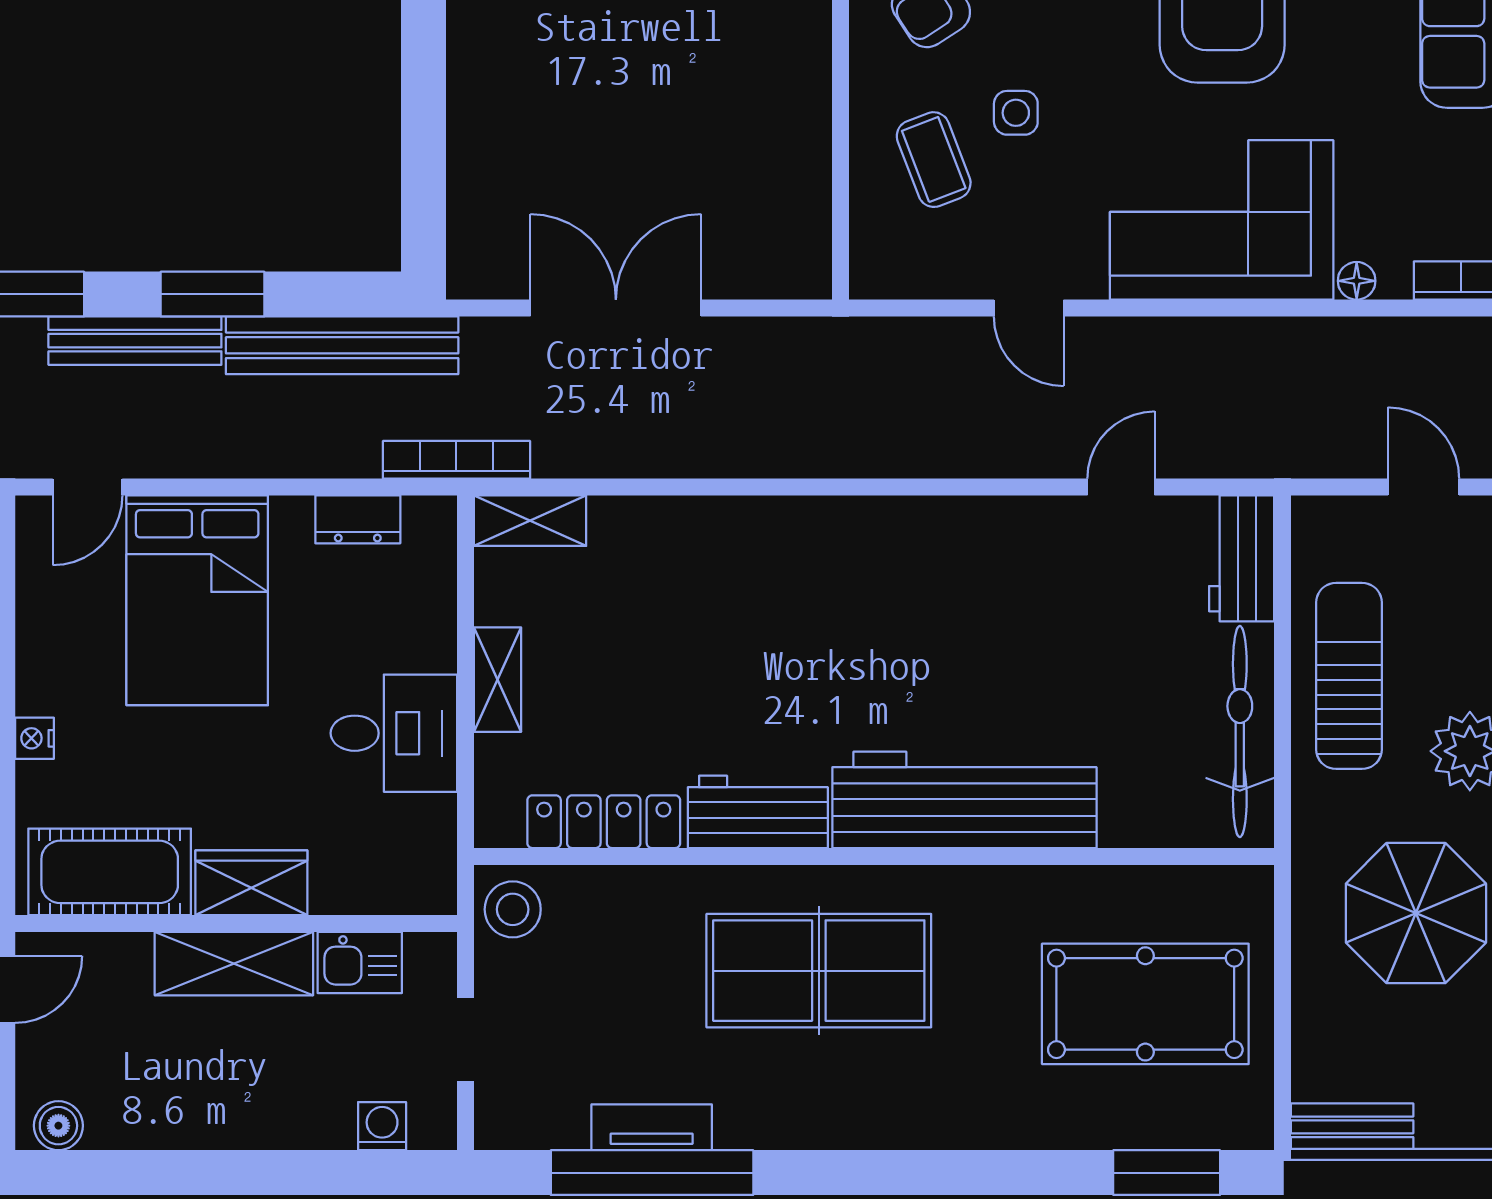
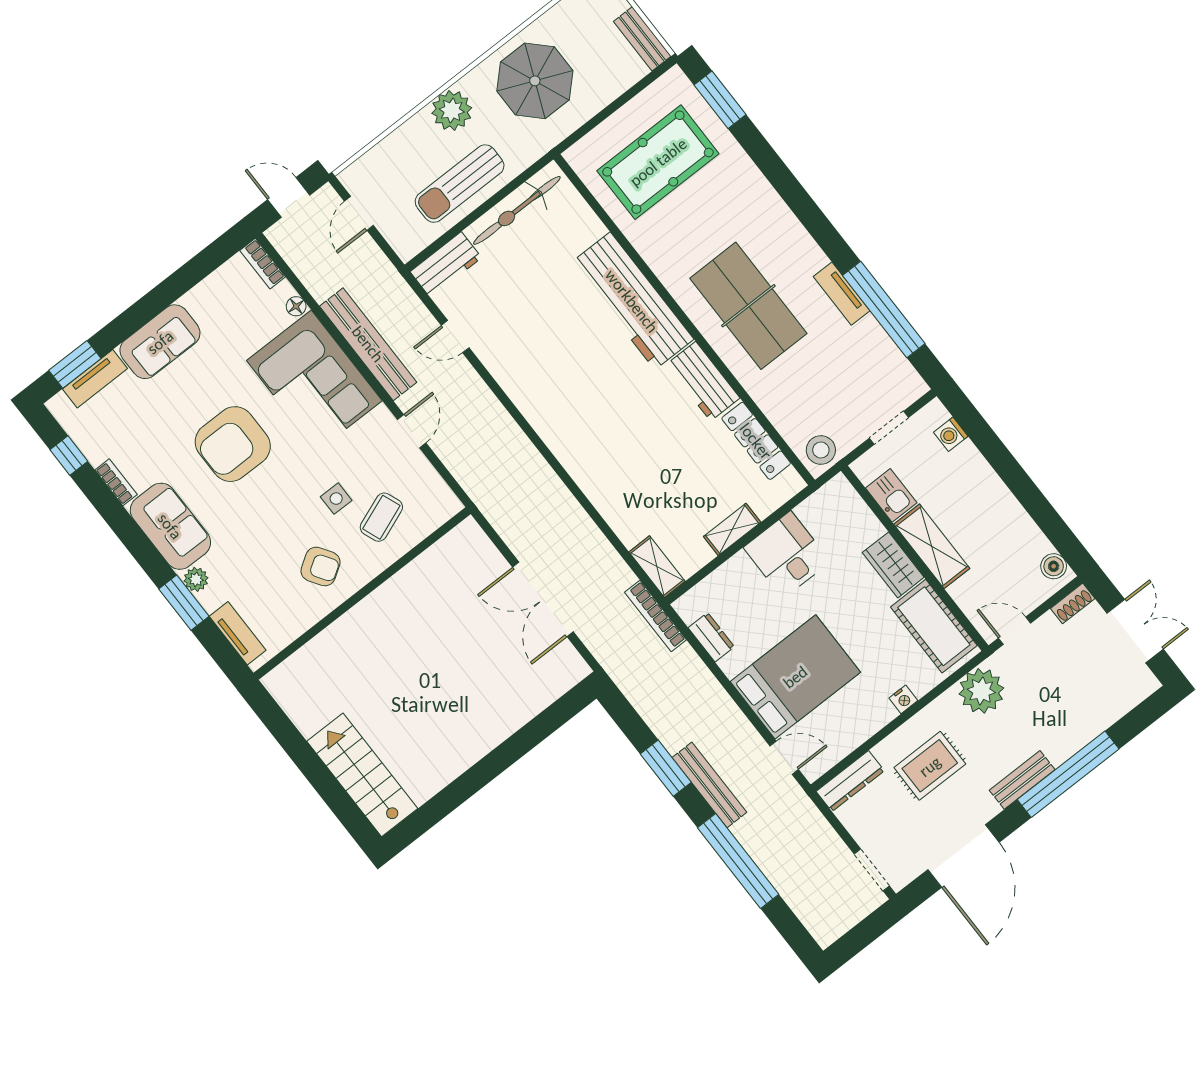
bench: (342, 345) -> (368, 344), moved
pool table: (1145, 1004) -> (658, 162), turned 90
tv unit: (652, 1127) -> (842, 294), moved

